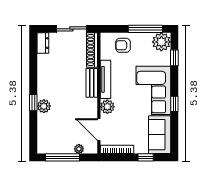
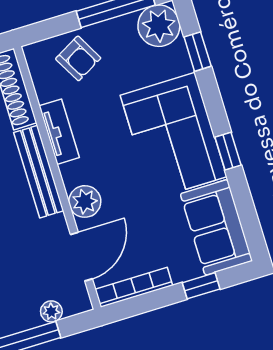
armchair: (123, 45) -> (78, 58), turned -119
tv unit: (106, 79) -> (59, 132), width x0.71
bench: (92, 83) -> (39, 172), width x1.36
door: (99, 130) -> (81, 257), swing flipped

